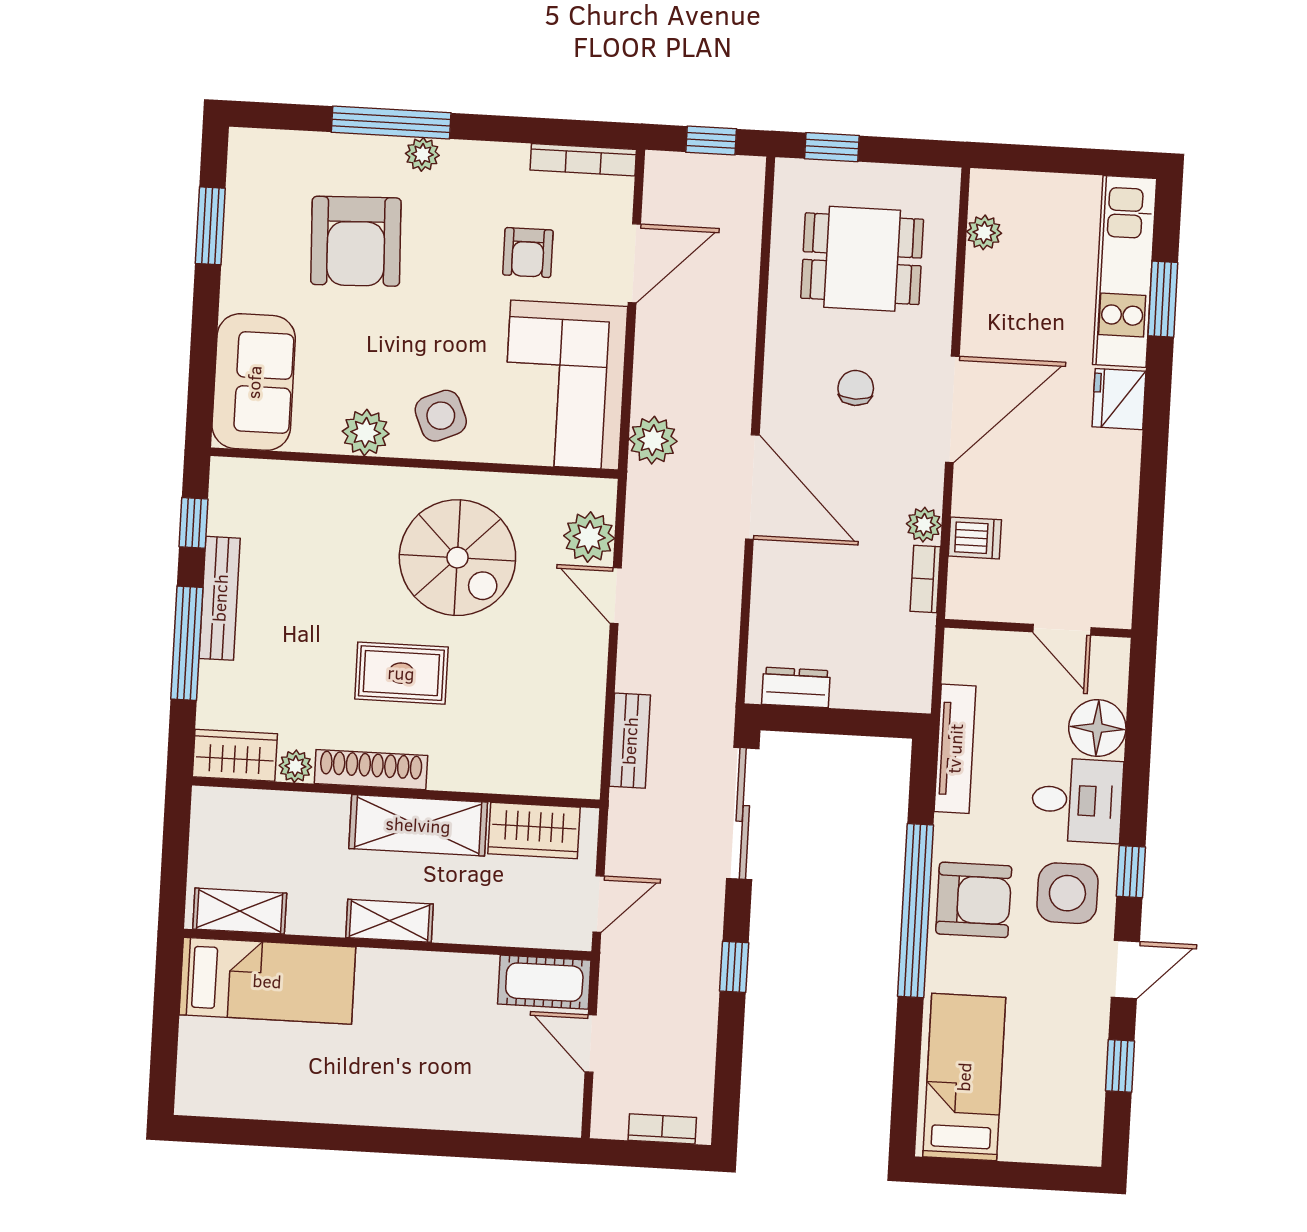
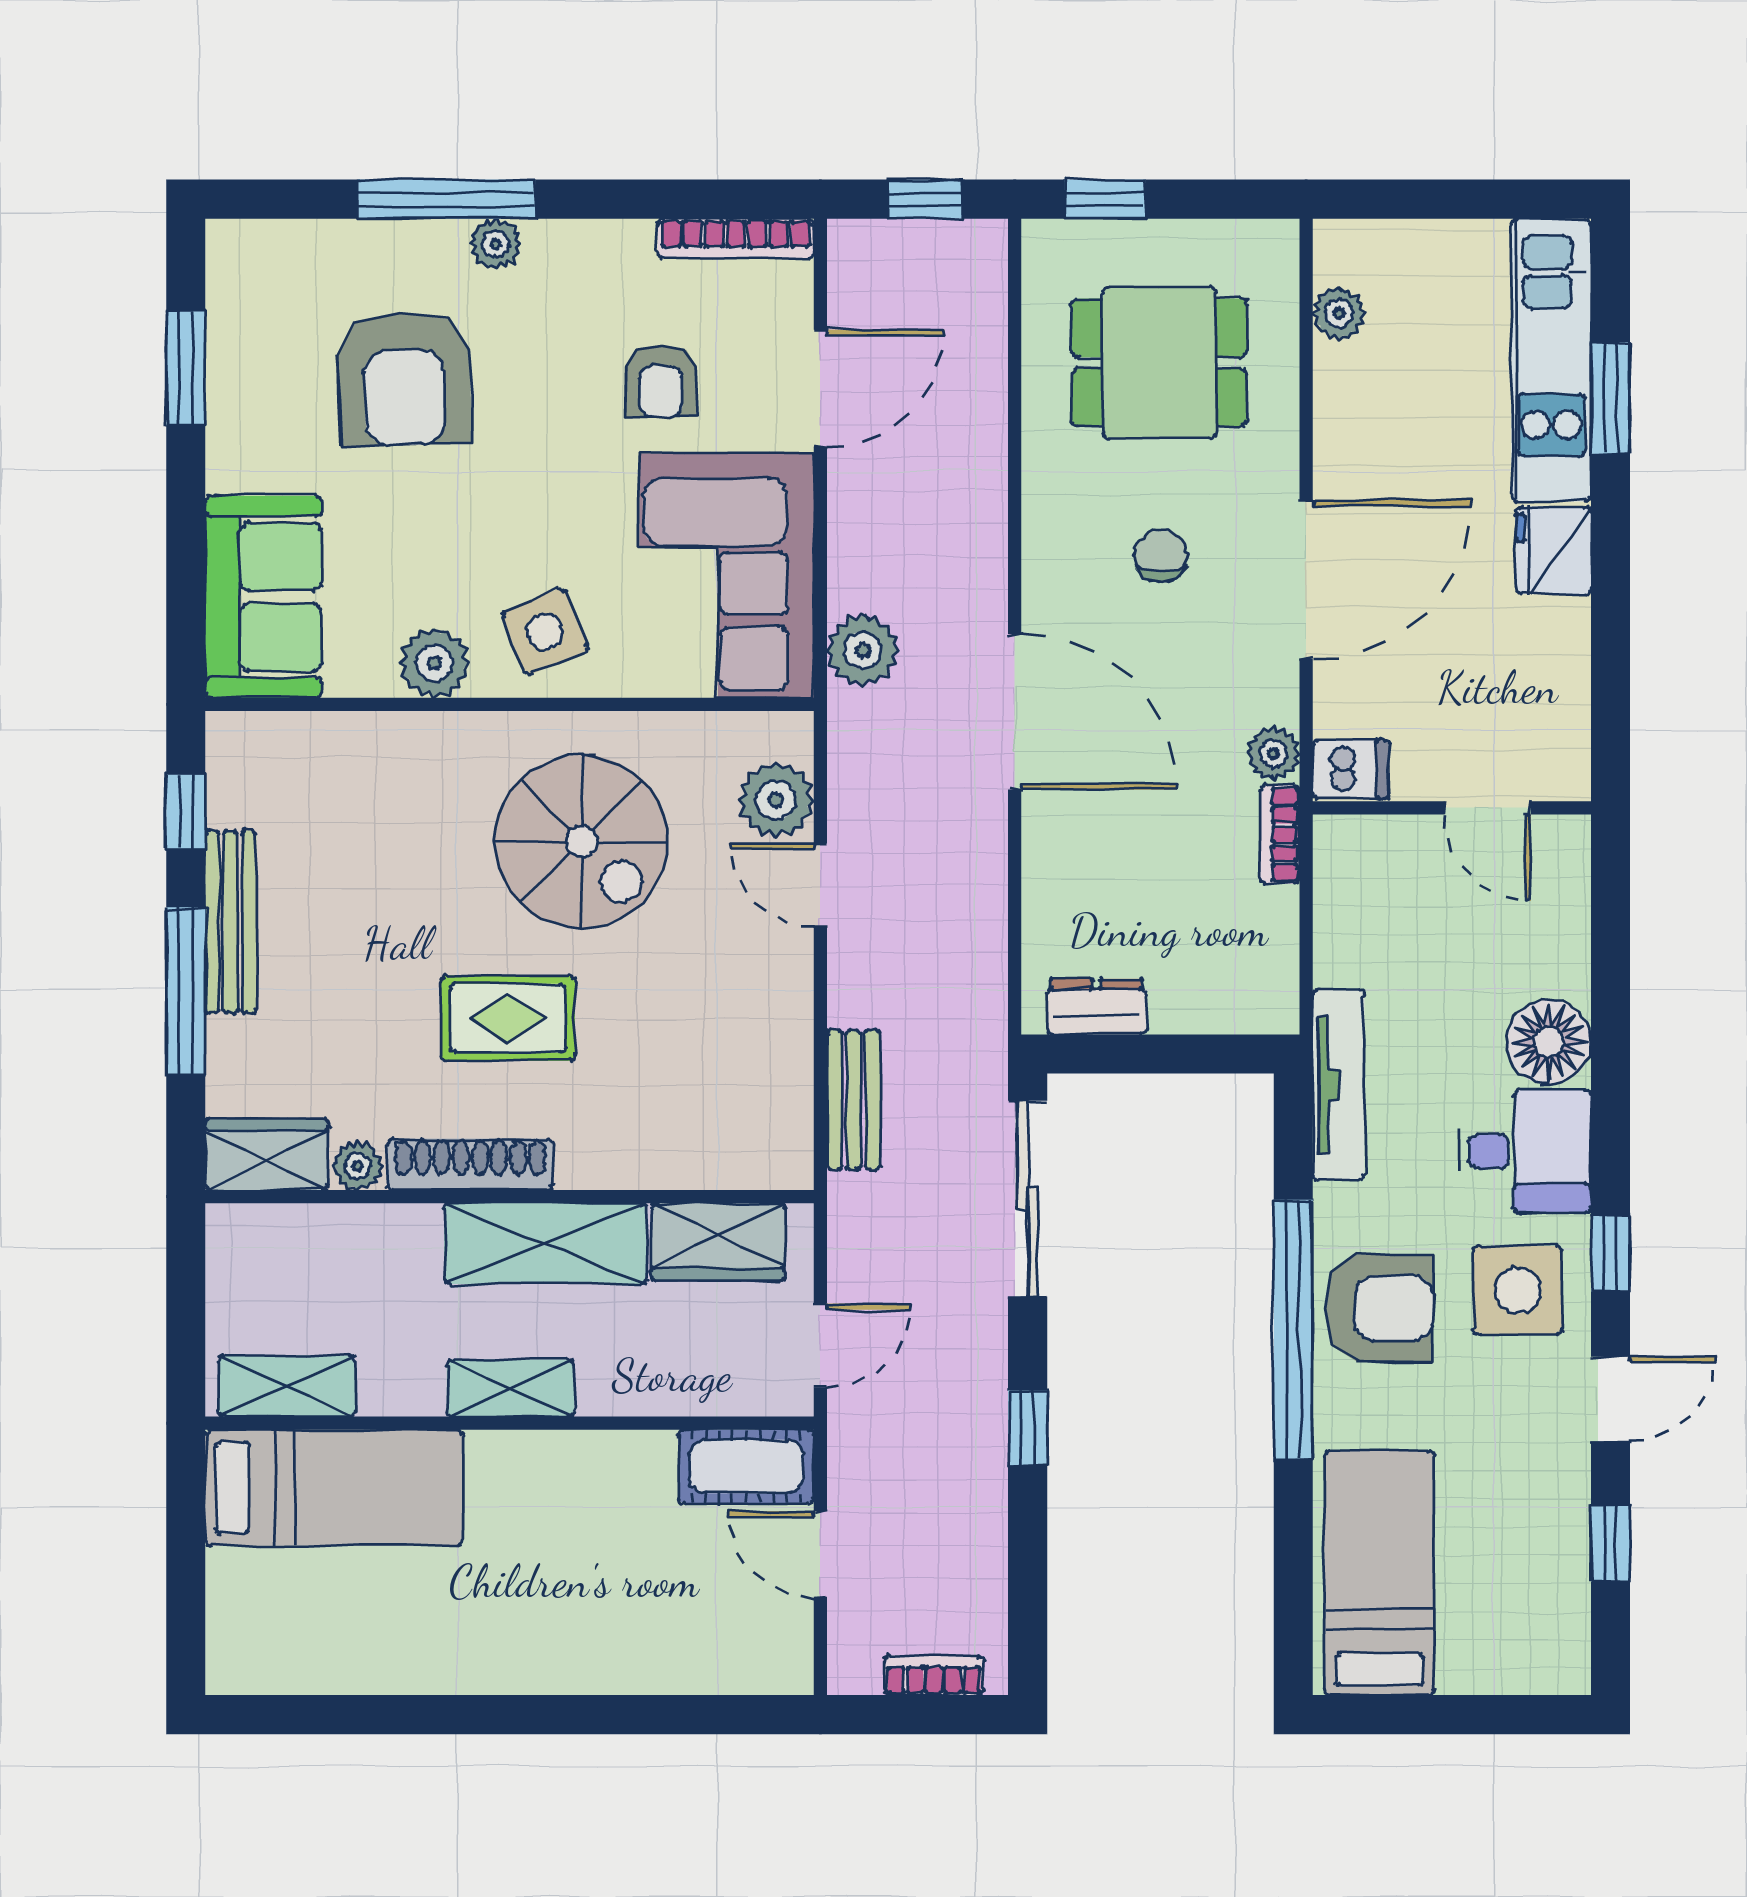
wall: (1038, 628) -> (1452, 808), moved
door: (1062, 630) -> (1488, 808), moved

